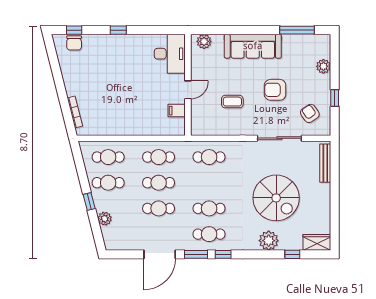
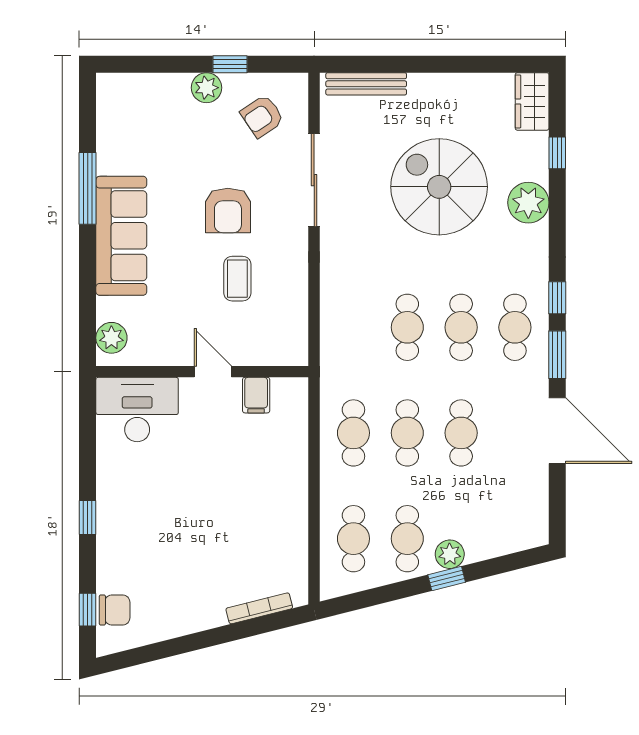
window: (297, 30) -> (88, 188), moved
plant: (323, 66) -> (206, 88), moved
armchair: (275, 90) -> (228, 211), moved
cafe table: (209, 157) -> (407, 327), moved
spiral stairs: (276, 198) -> (439, 187), turned -90
plant: (105, 219) -> (450, 554), moved

